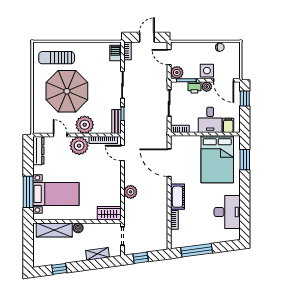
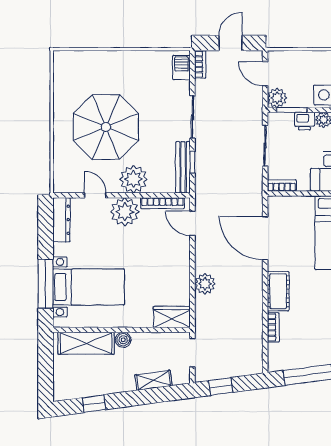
sun lounger: (57, 58) -> (90, 75), removed
bench: (116, 122) -> (183, 167), width x1.36

